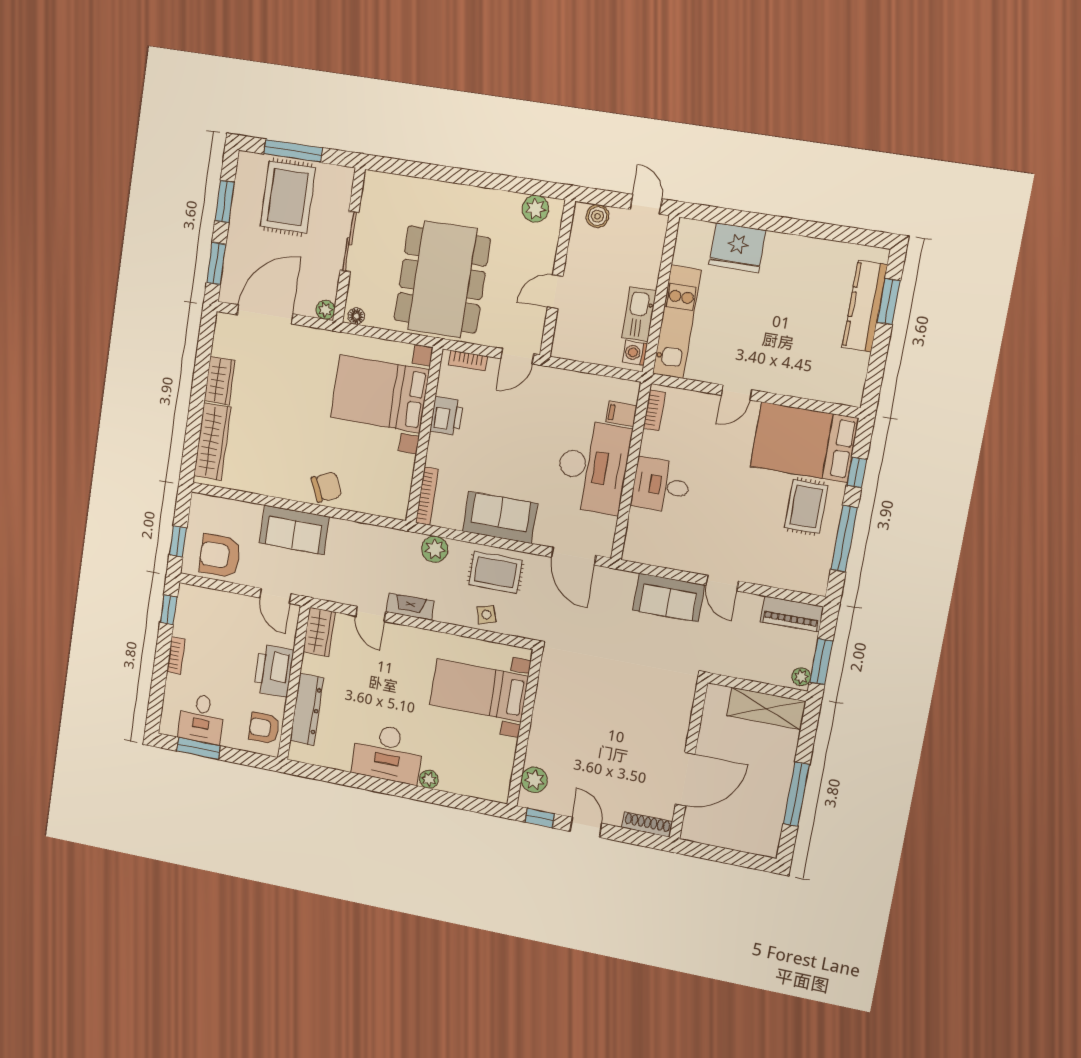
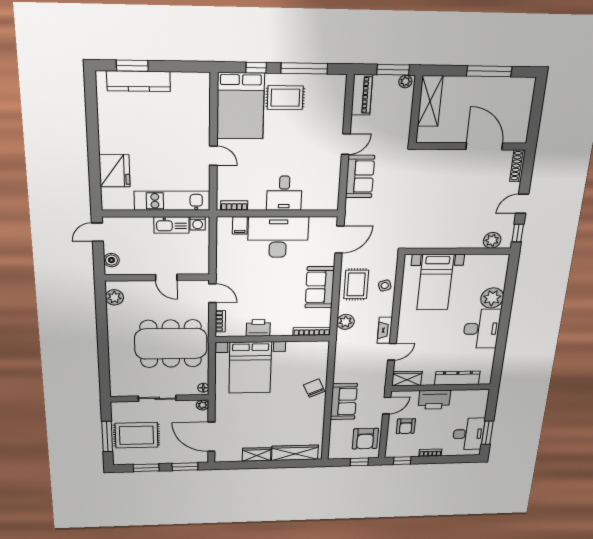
desk: (201, 719) -> (468, 434), width x1.37
armchair: (264, 728) -> (406, 426), moved
plant: (429, 779) -> (492, 298), width x1.88, depth x1.88

